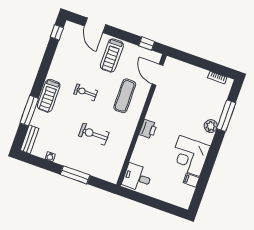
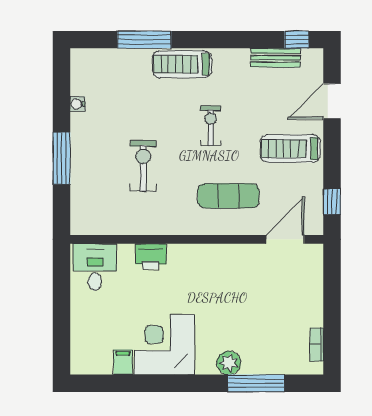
printer: (148, 129) -> (151, 256), moved
bench: (29, 139) -> (276, 58), moved

